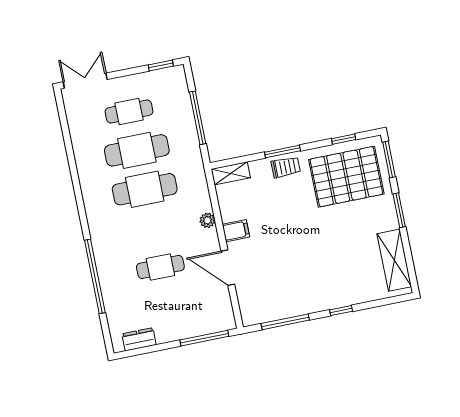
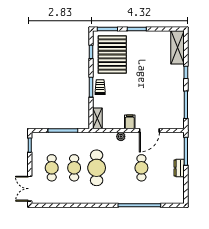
cafe table: (137, 150) -> (74, 168), width x0.73, depth x0.74
shelving: (394, 260) -> (178, 47), moved, turned 90
dresser: (139, 339) -> (179, 168), moved

